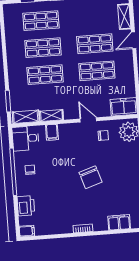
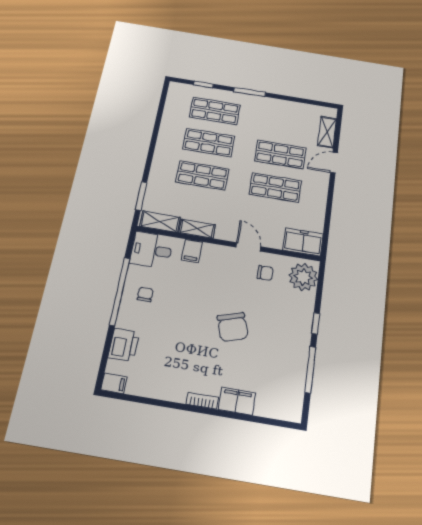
filing cabinet: (119, 222) -> (237, 401), moved

